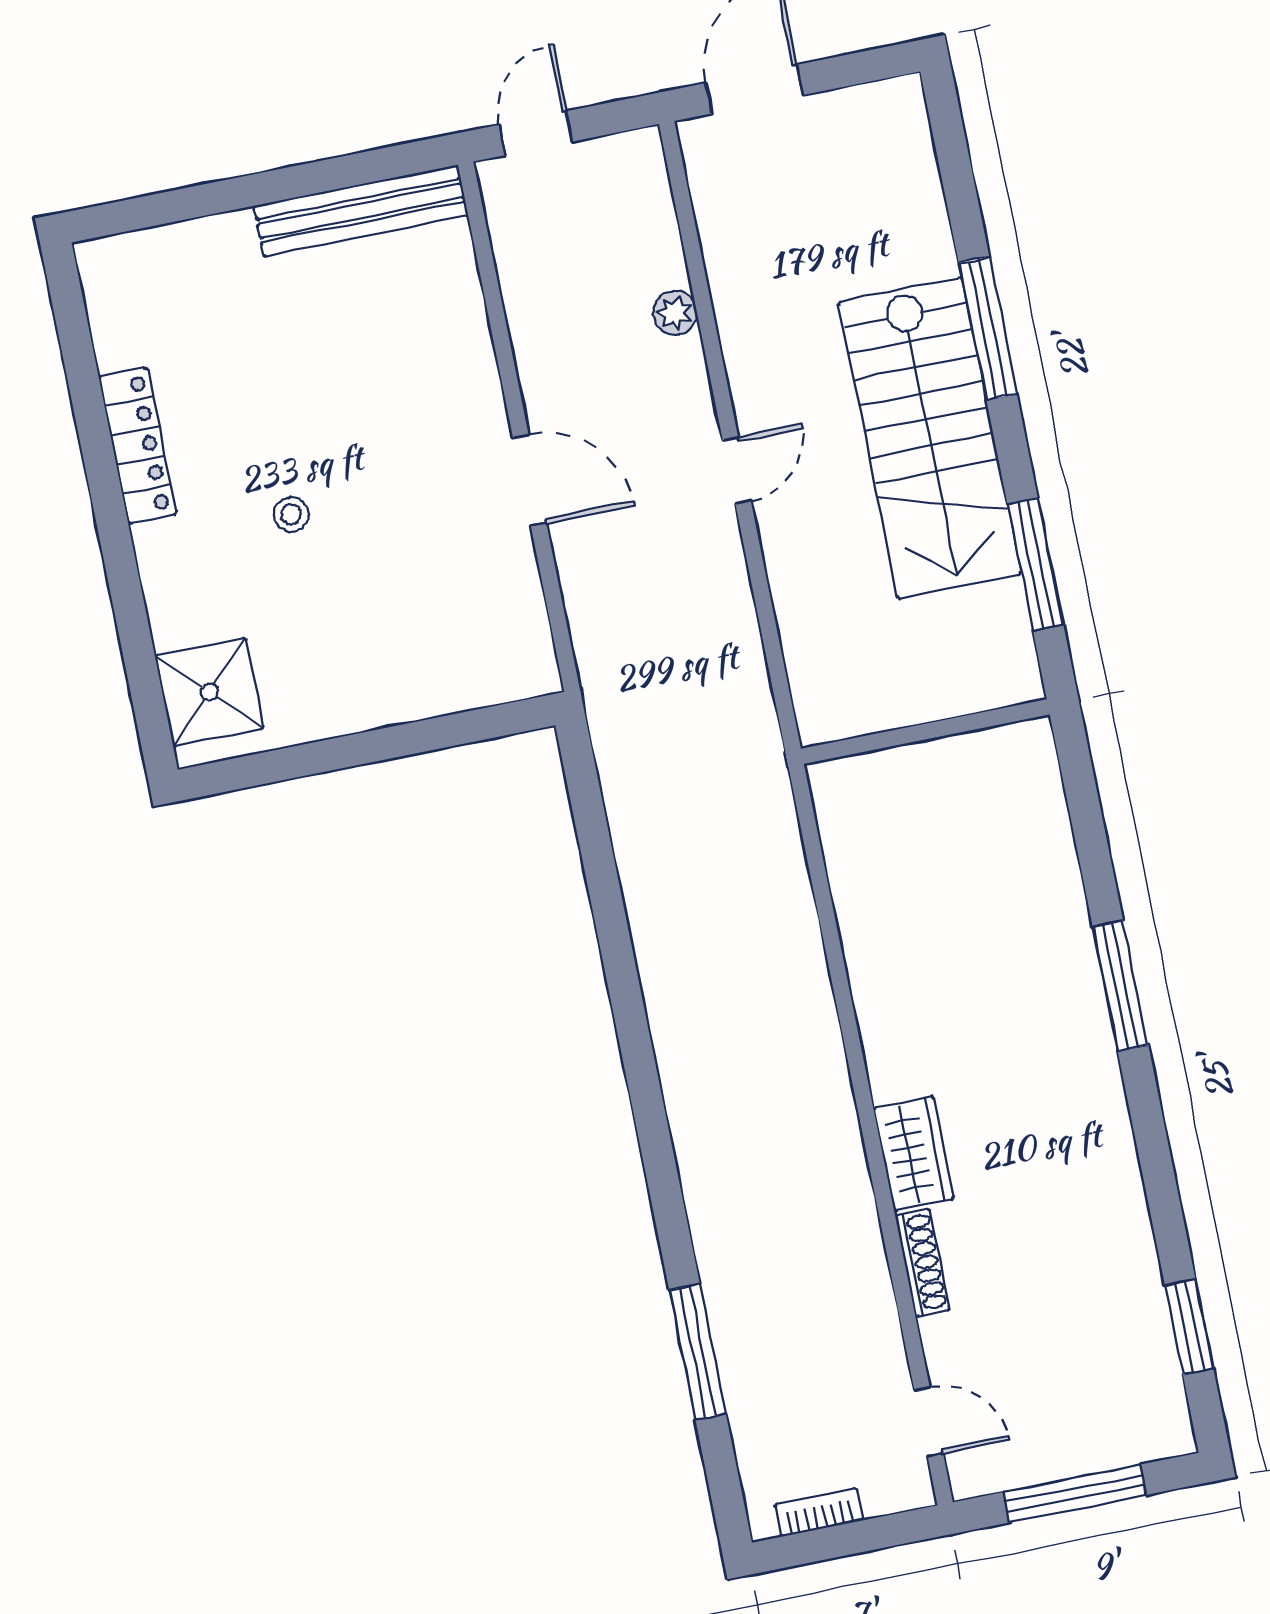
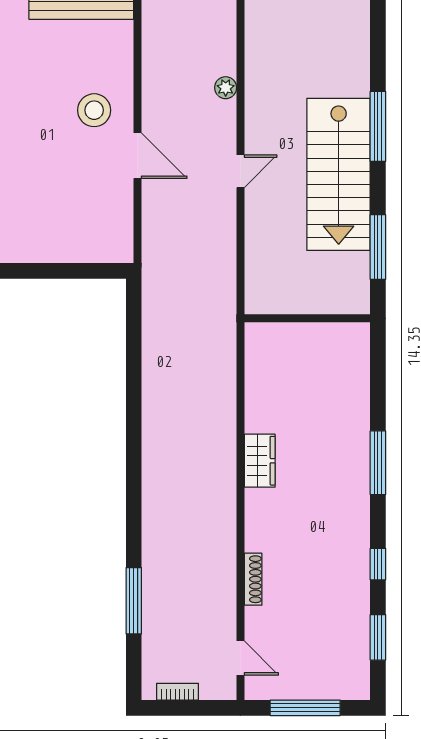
stool: (291, 514) -> (94, 110), moved, width x1.89, depth x1.89
wardrobe: (914, 1153) -> (260, 461), moved
window: (1160, 1184) -> (378, 564), added

